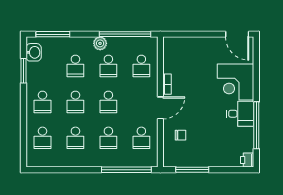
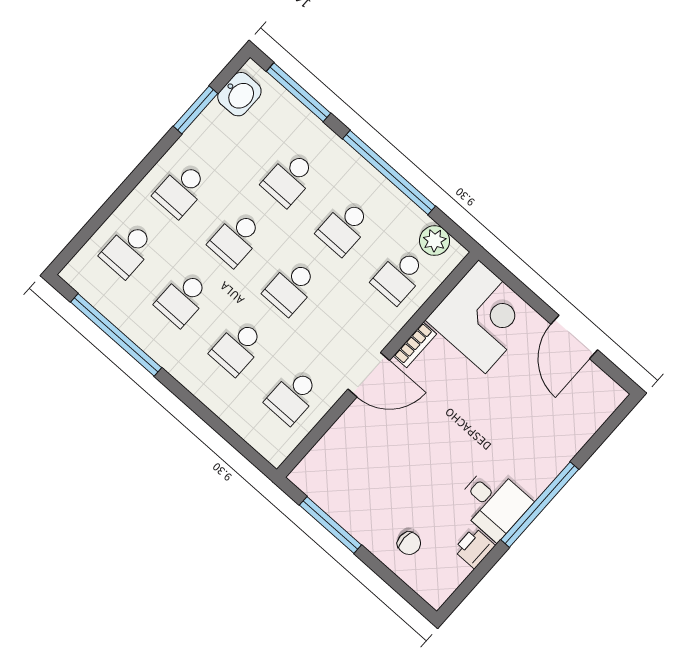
window: (125, 34) -> (389, 173), moved
door: (237, 34) -> (574, 337), moved
plant: (100, 43) -> (435, 241), moved
corner desk: (236, 82) -> (482, 317), moved, turned 180
window: (256, 125) -> (540, 505), moved
chair: (180, 135) -> (409, 543), moved
printer: (247, 160) -> (474, 548), moved
window: (126, 170) -> (116, 335), moved

